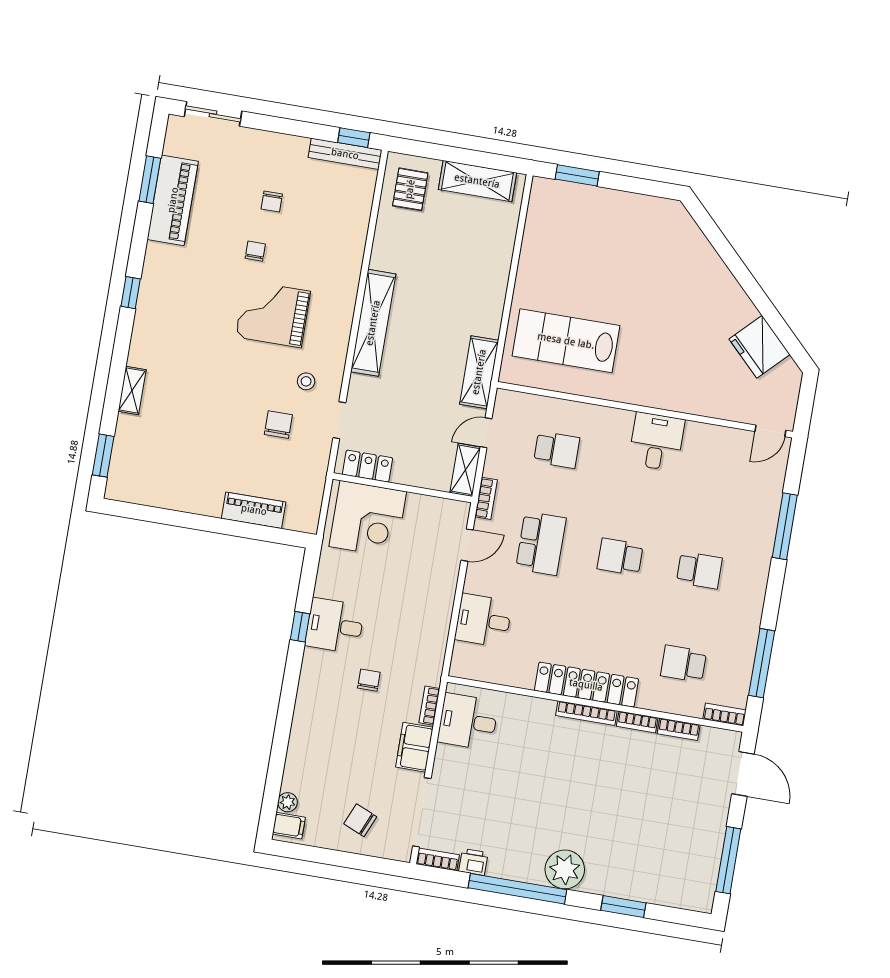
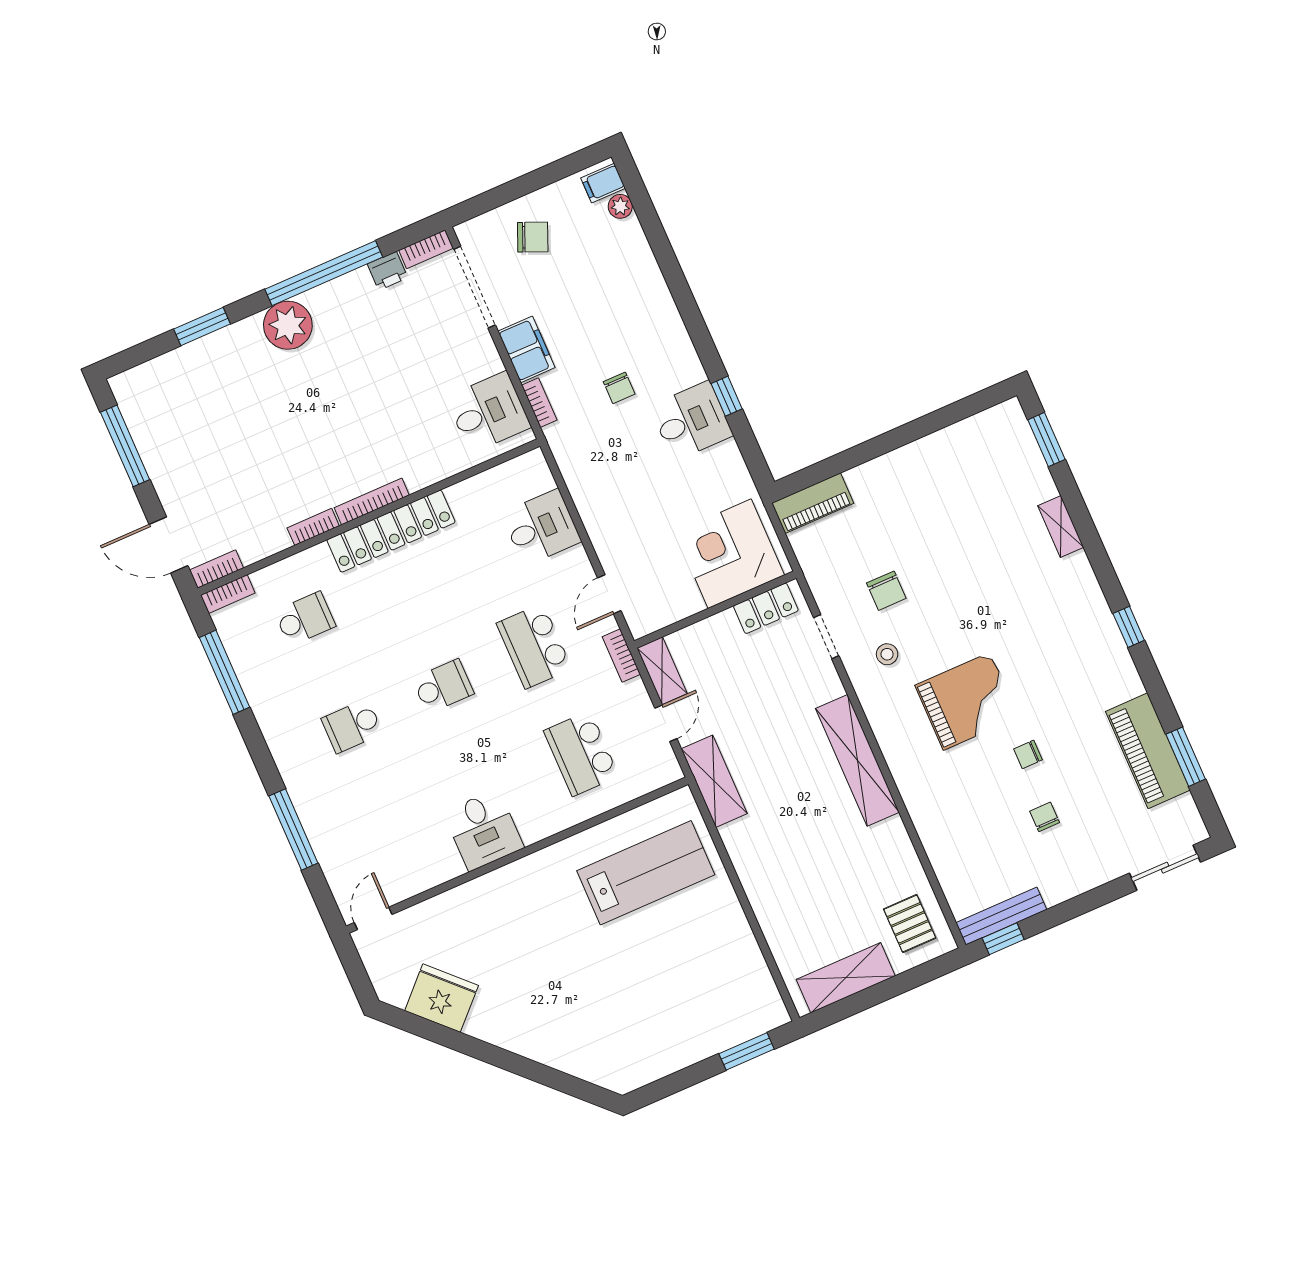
chair: (255, 251) -> (1028, 754), turned 90
school desk: (557, 450) -> (581, 754), width x1.85
piano: (254, 510) -> (813, 503), moved
bookcase: (679, 729) -> (217, 569), moved

